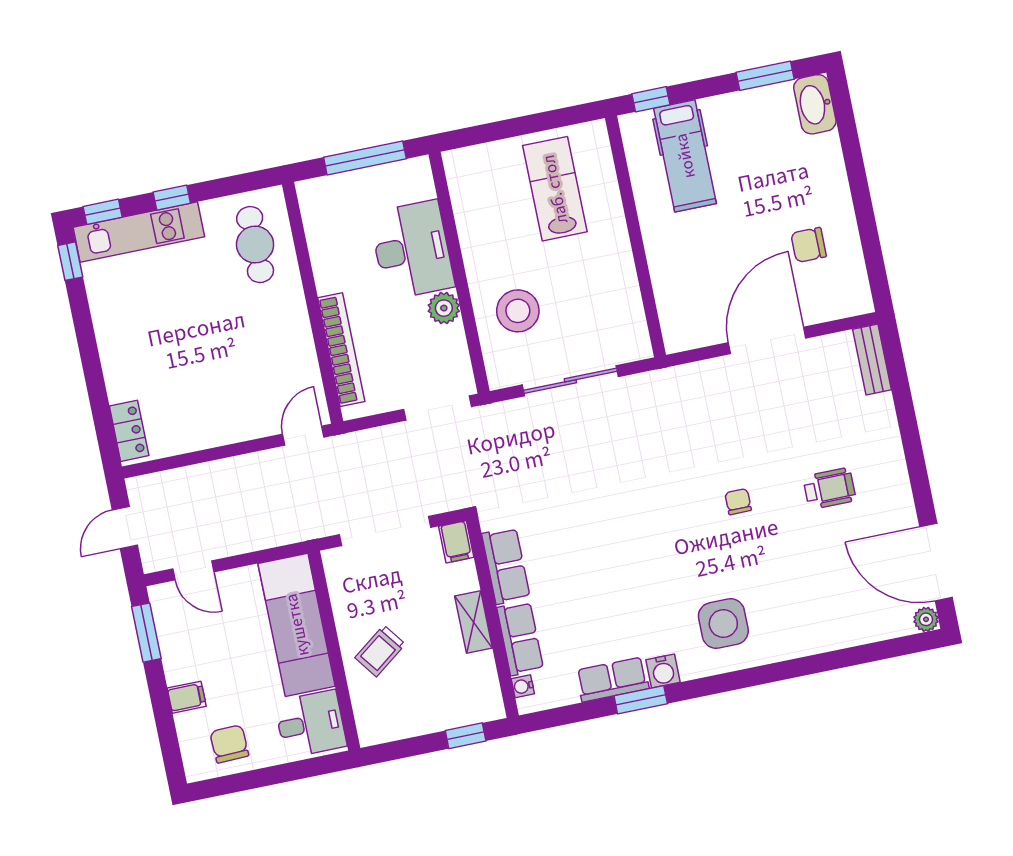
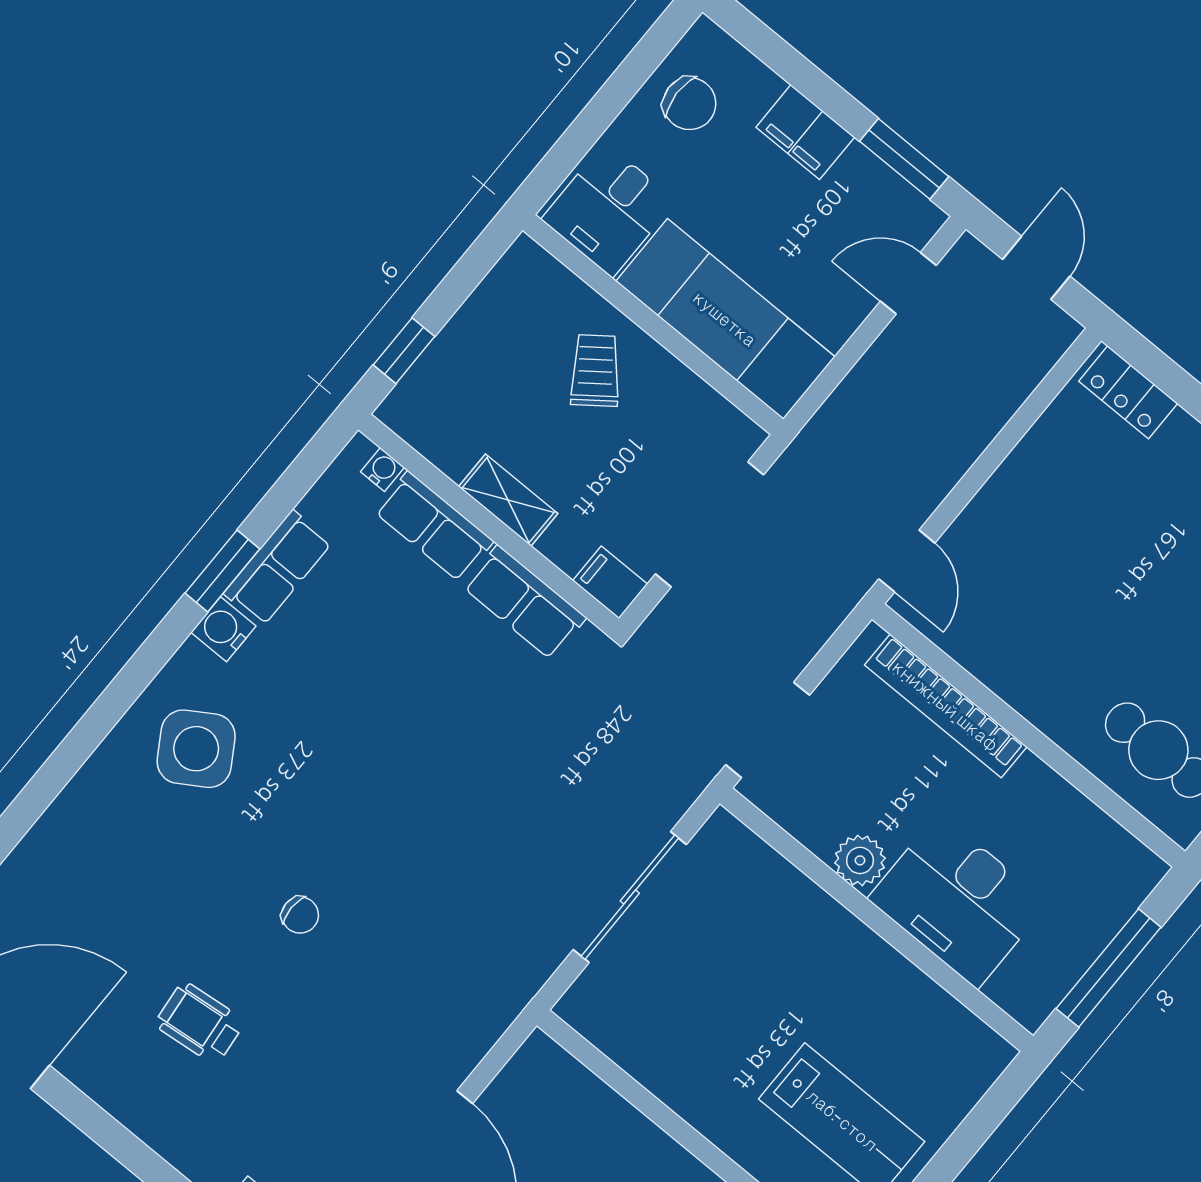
stool: (518, 311) -> (765, 931), removed
wheelchair: (829, 489) -> (200, 1023), turned 84
side table: (723, 624) -> (196, 749), turned -32
filing cabinet: (187, 697) -> (805, 132), width x2.00

